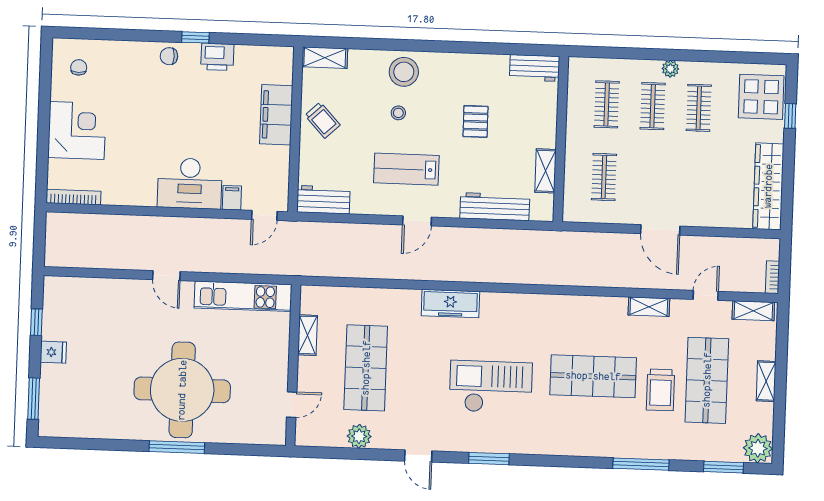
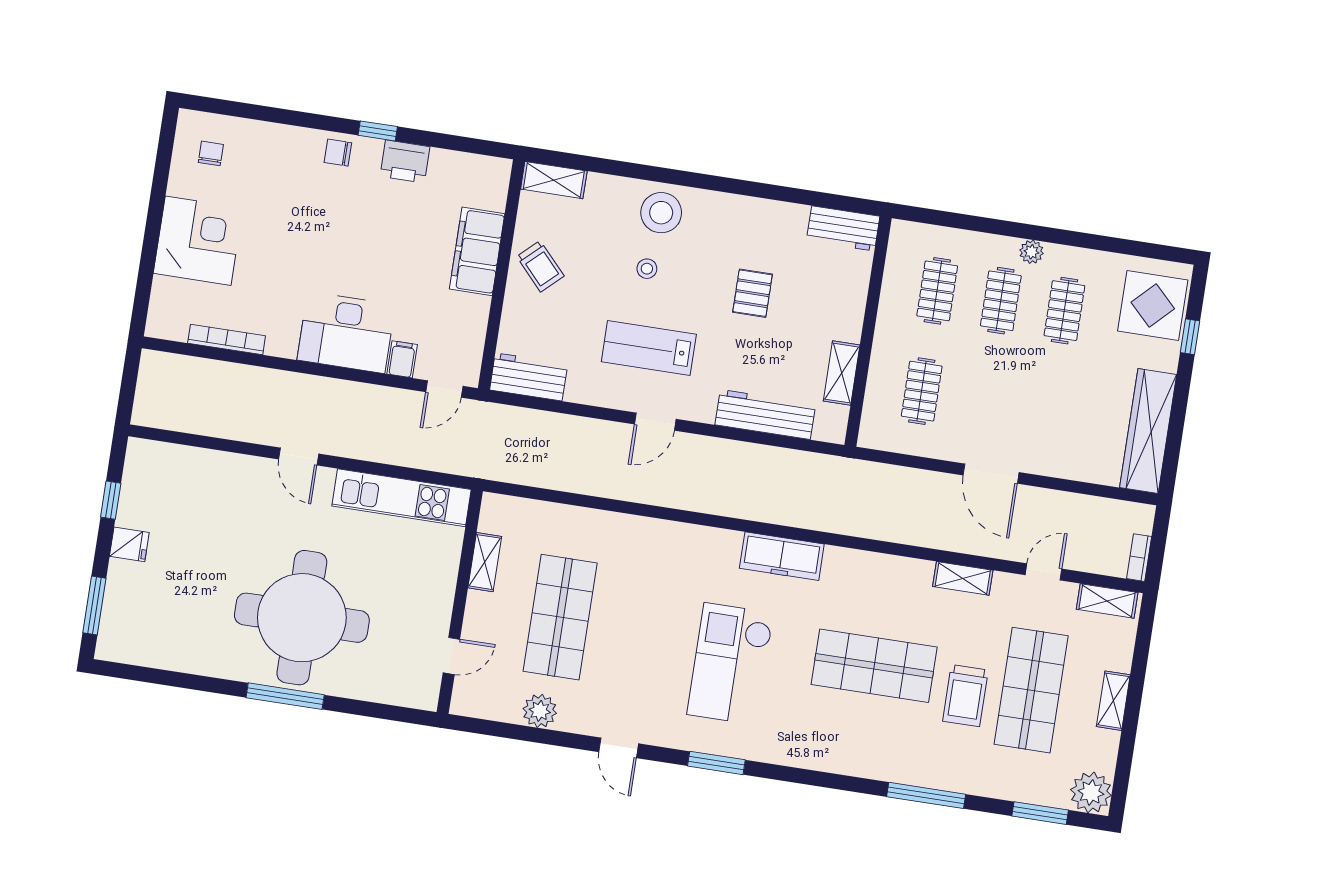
bookcase: (73, 197) -> (227, 339), moved
freezer: (450, 304) -> (782, 556), moved
checkout: (491, 387) -> (730, 664), turned -90

